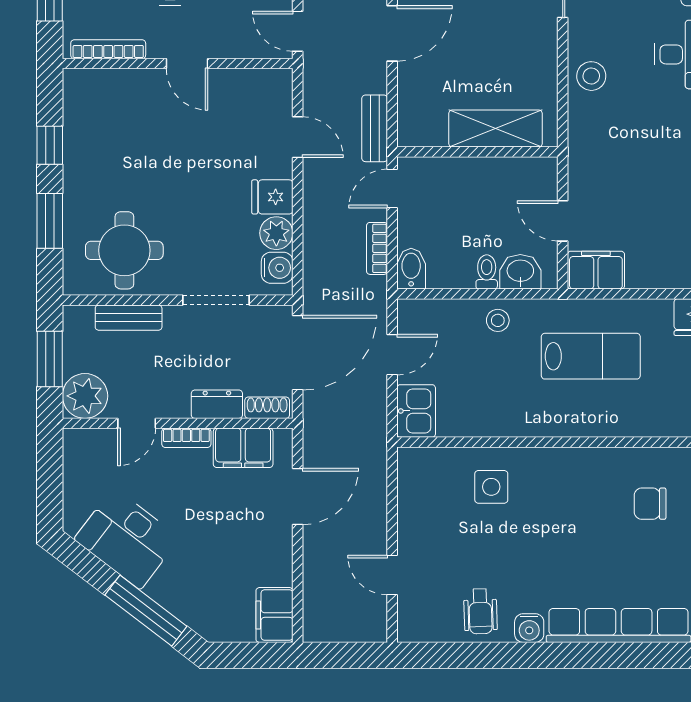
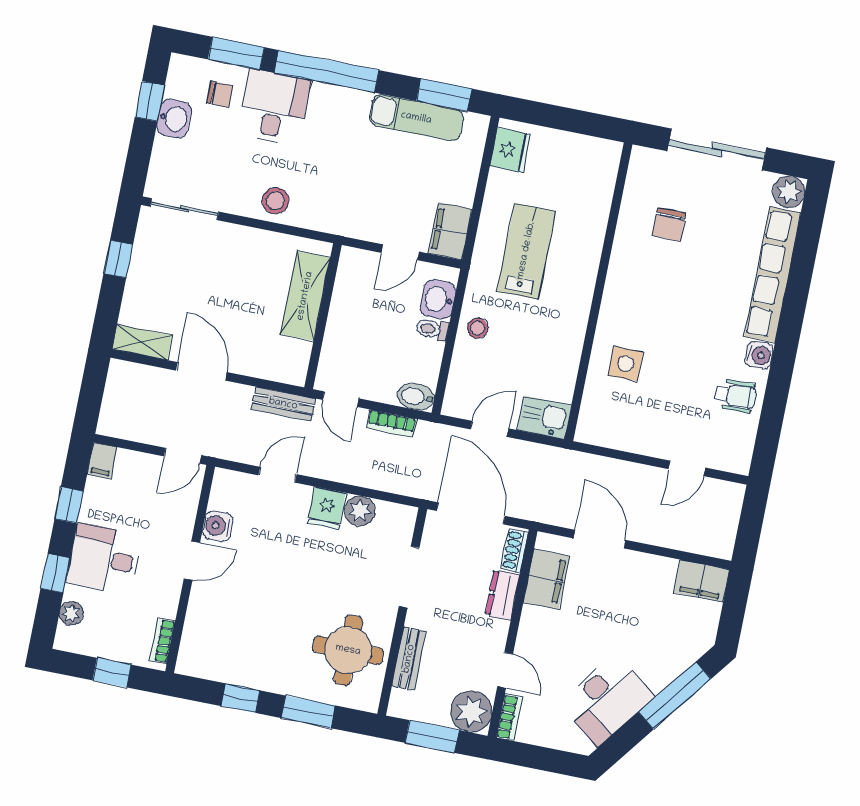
bookcase: (108, 49) -> (162, 641), width x0.64
water cooler: (277, 268) -> (218, 526), moved, turned -90
door: (392, 355) -> (489, 429), hinge flipped
bookcase: (186, 438) -> (509, 717), moved

